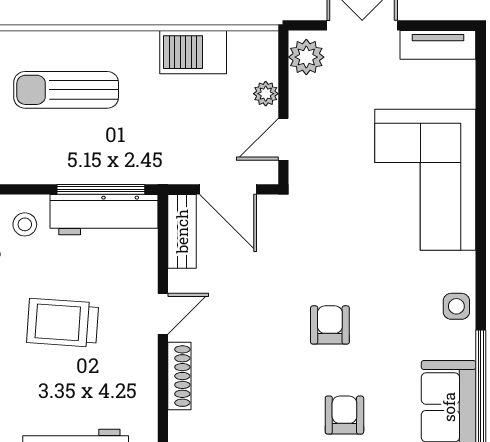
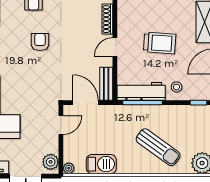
sun lounger: (66, 90) -> (158, 147), turned 36
plant: (266, 94) -> (69, 168), moved
armchair: (330, 325) -> (40, 42), turned 180

